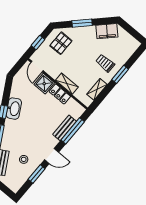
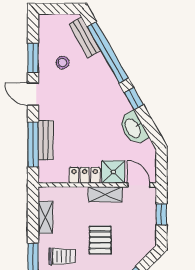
pallet: (61, 43) -> (100, 240), moved
shelving: (67, 84) -> (105, 194), moved
washbasin: (14, 109) -> (133, 128), moved
door: (52, 156) -> (33, 94), hinge flipped

